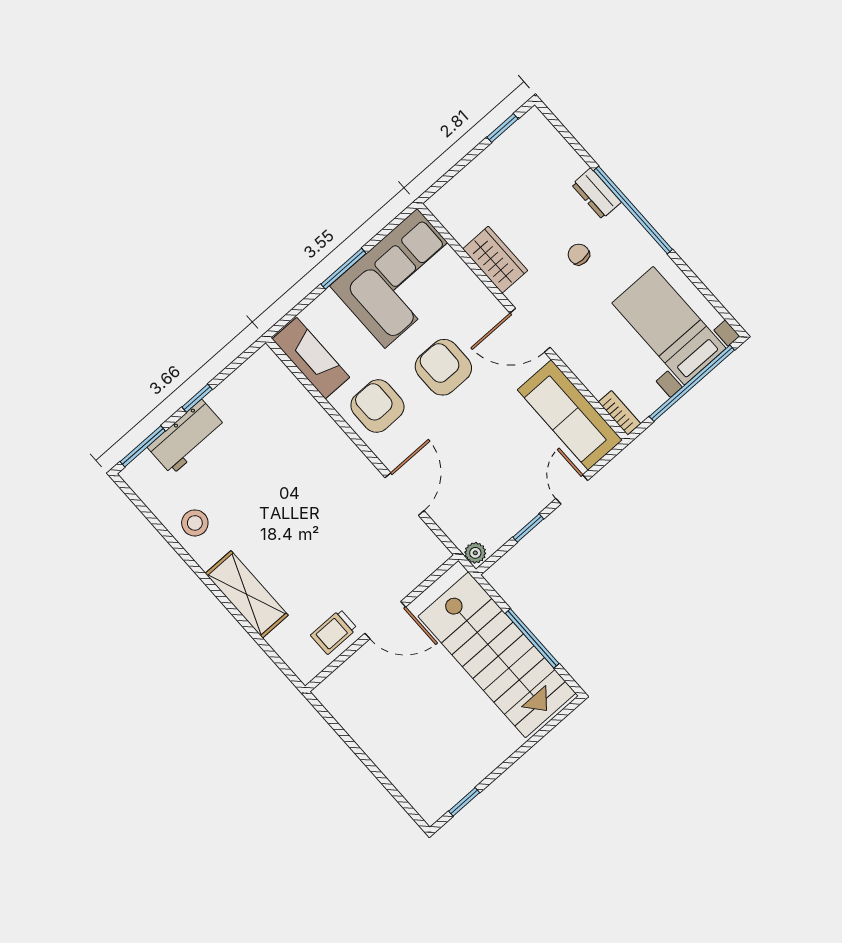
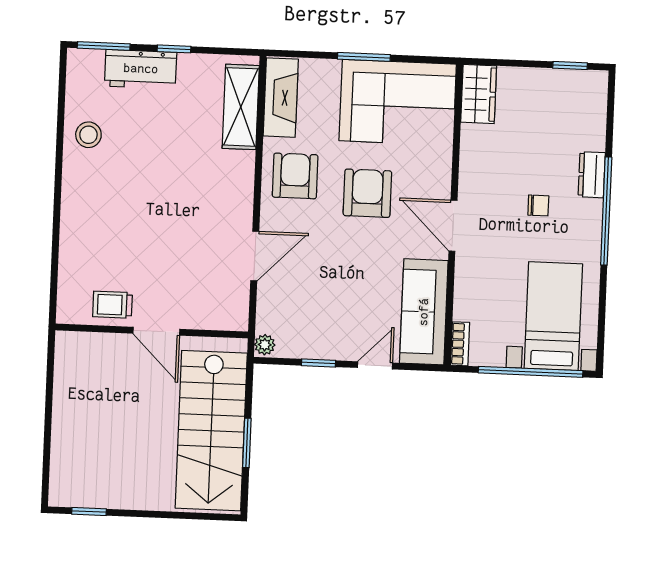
chair: (579, 254) -> (538, 205), turned 90
wardrobe: (495, 260) -> (479, 94), moved
shelving: (247, 594) -> (241, 107), moved
window: (532, 638) -> (247, 443), width x0.69

